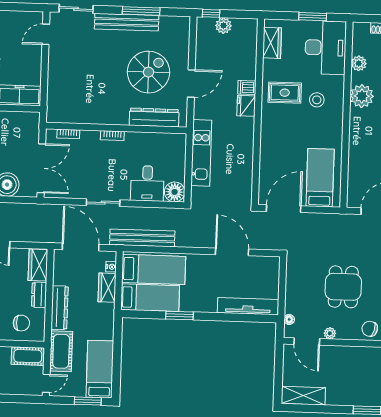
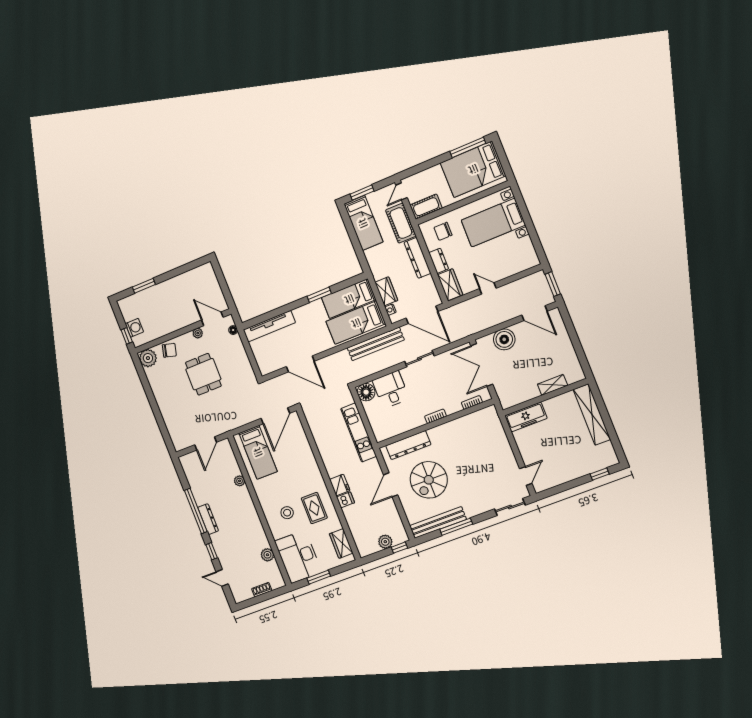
bench: (127, 22) -> (438, 522), moved
rug: (285, 93) -> (314, 508), turned 90
plant: (362, 96) -> (240, 481), moved, width x0.53, depth x0.53
shelving: (303, 396) -> (196, 275), removed

